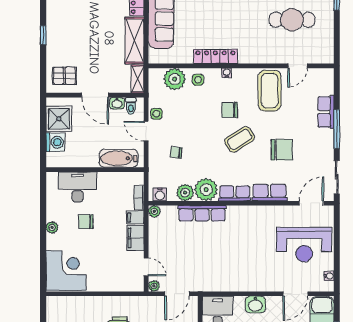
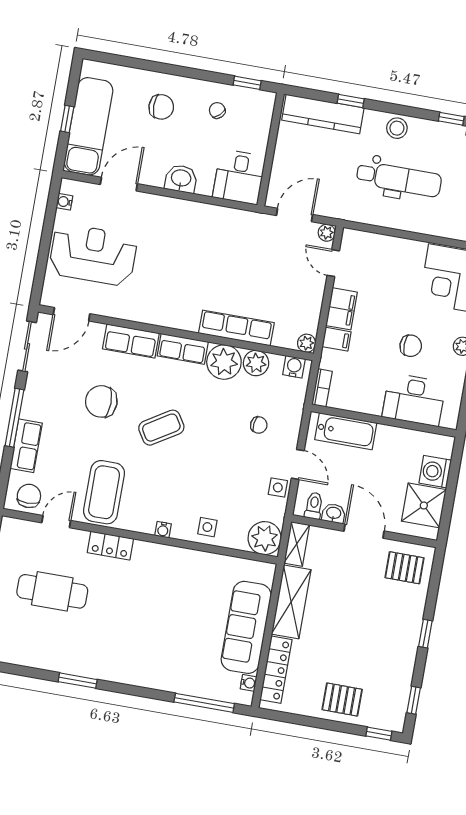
locker: (215, 56) -> (110, 546), moved, width x0.66
plant: (175, 79) -> (265, 538), moved
chair: (230, 110) -> (29, 496), moved, turned -91
bookcase: (139, 198) -> (322, 388), moved

